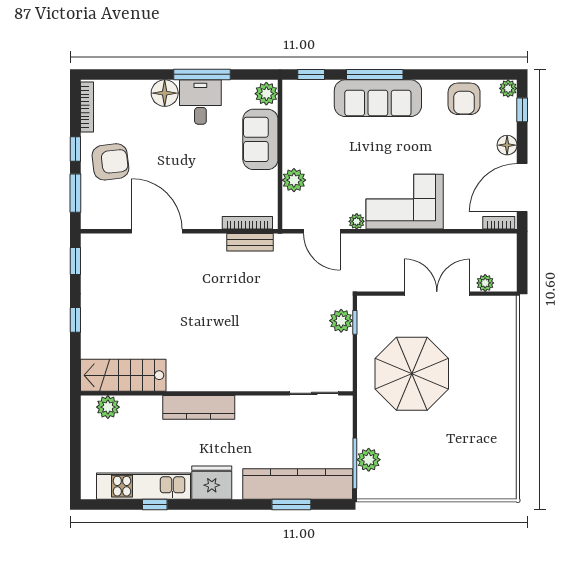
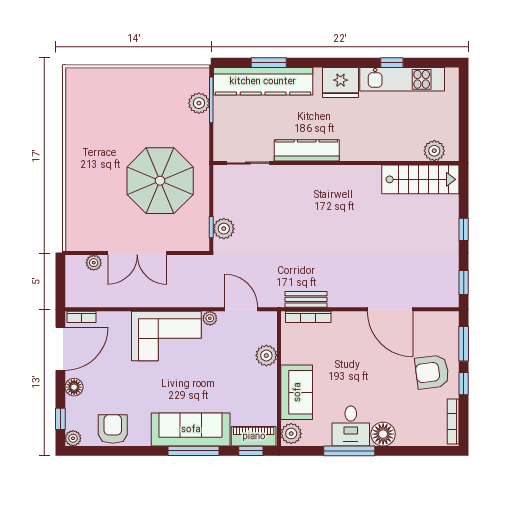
piano: (308, 91) -> (254, 436), added
kitchen counter: (199, 407) -> (307, 150), moved

